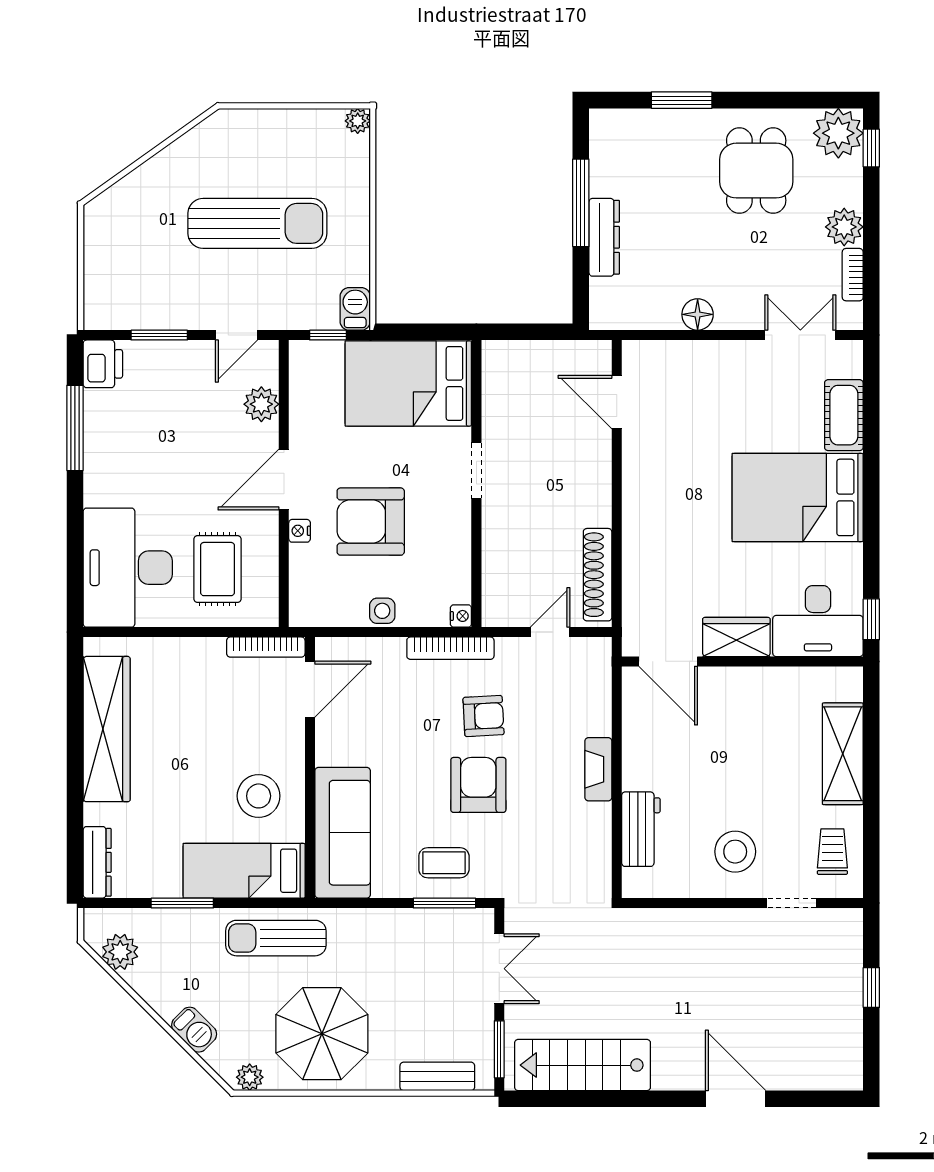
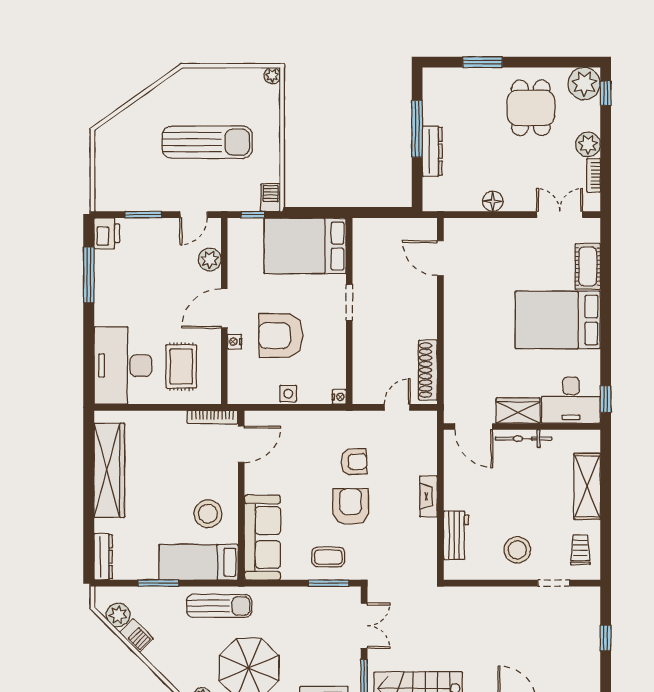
bookcase: (450, 648) -> (332, 418), removed
bicycle: (745, 680) -> (524, 439), added
sun lounger: (276, 938) -> (219, 606), turned 180
barbecue: (194, 1030) -> (136, 636), moved

